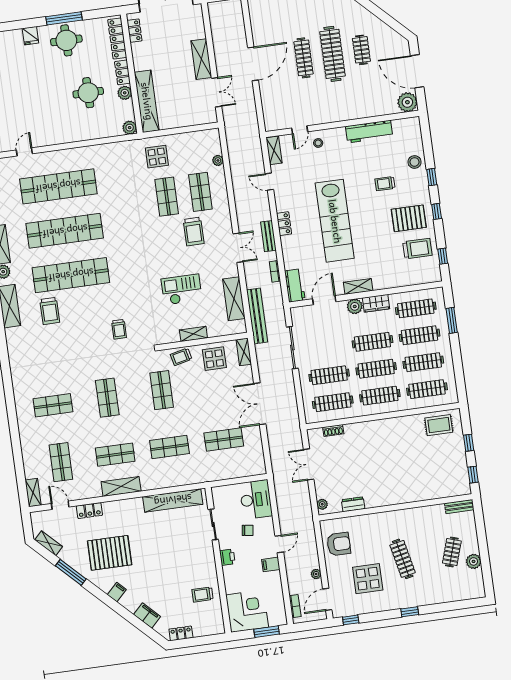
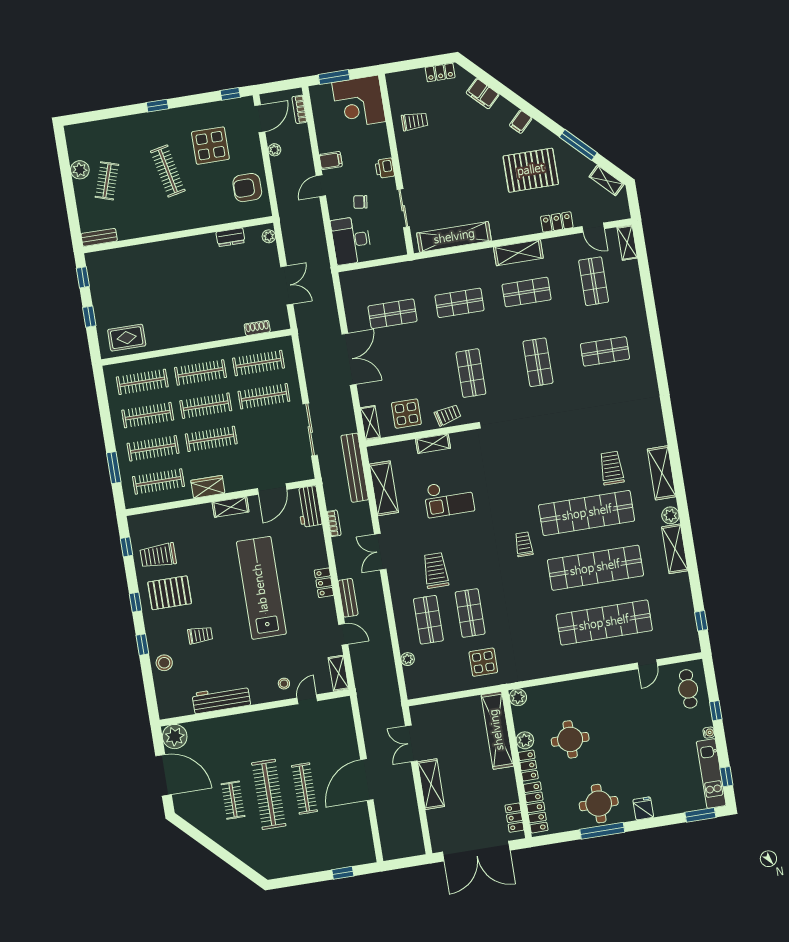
bench: (268, 236) -> (348, 598), moved
plant: (355, 306) -> (234, 482), removed
trolley: (119, 329) -> (524, 544), moved

